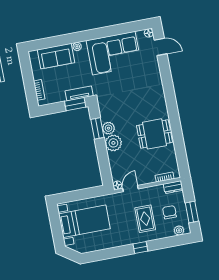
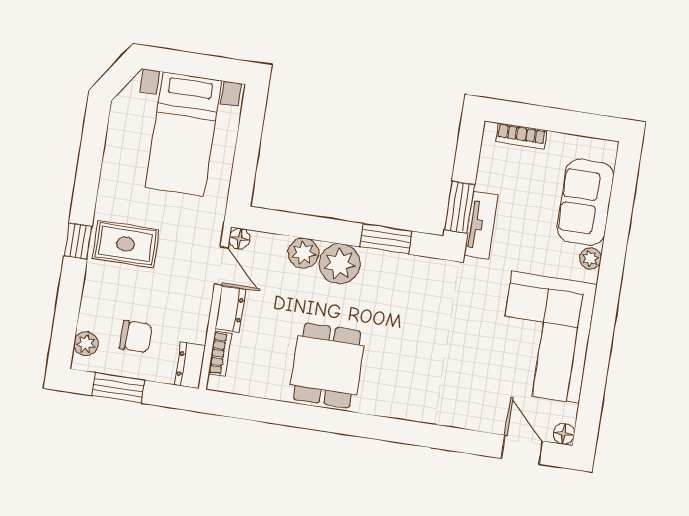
door: (161, 47) -> (522, 450), swing flipped
plant: (109, 128) -> (303, 253), moved
dresser: (146, 179) -> (230, 309), added
rug: (145, 219) -> (126, 244), moved

